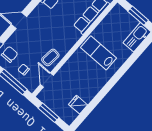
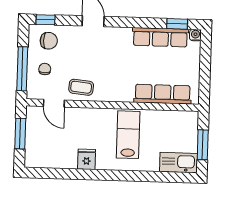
door: (47, 80) -> (54, 103), swing flipped
fridge: (78, 105) -> (87, 159), moved

